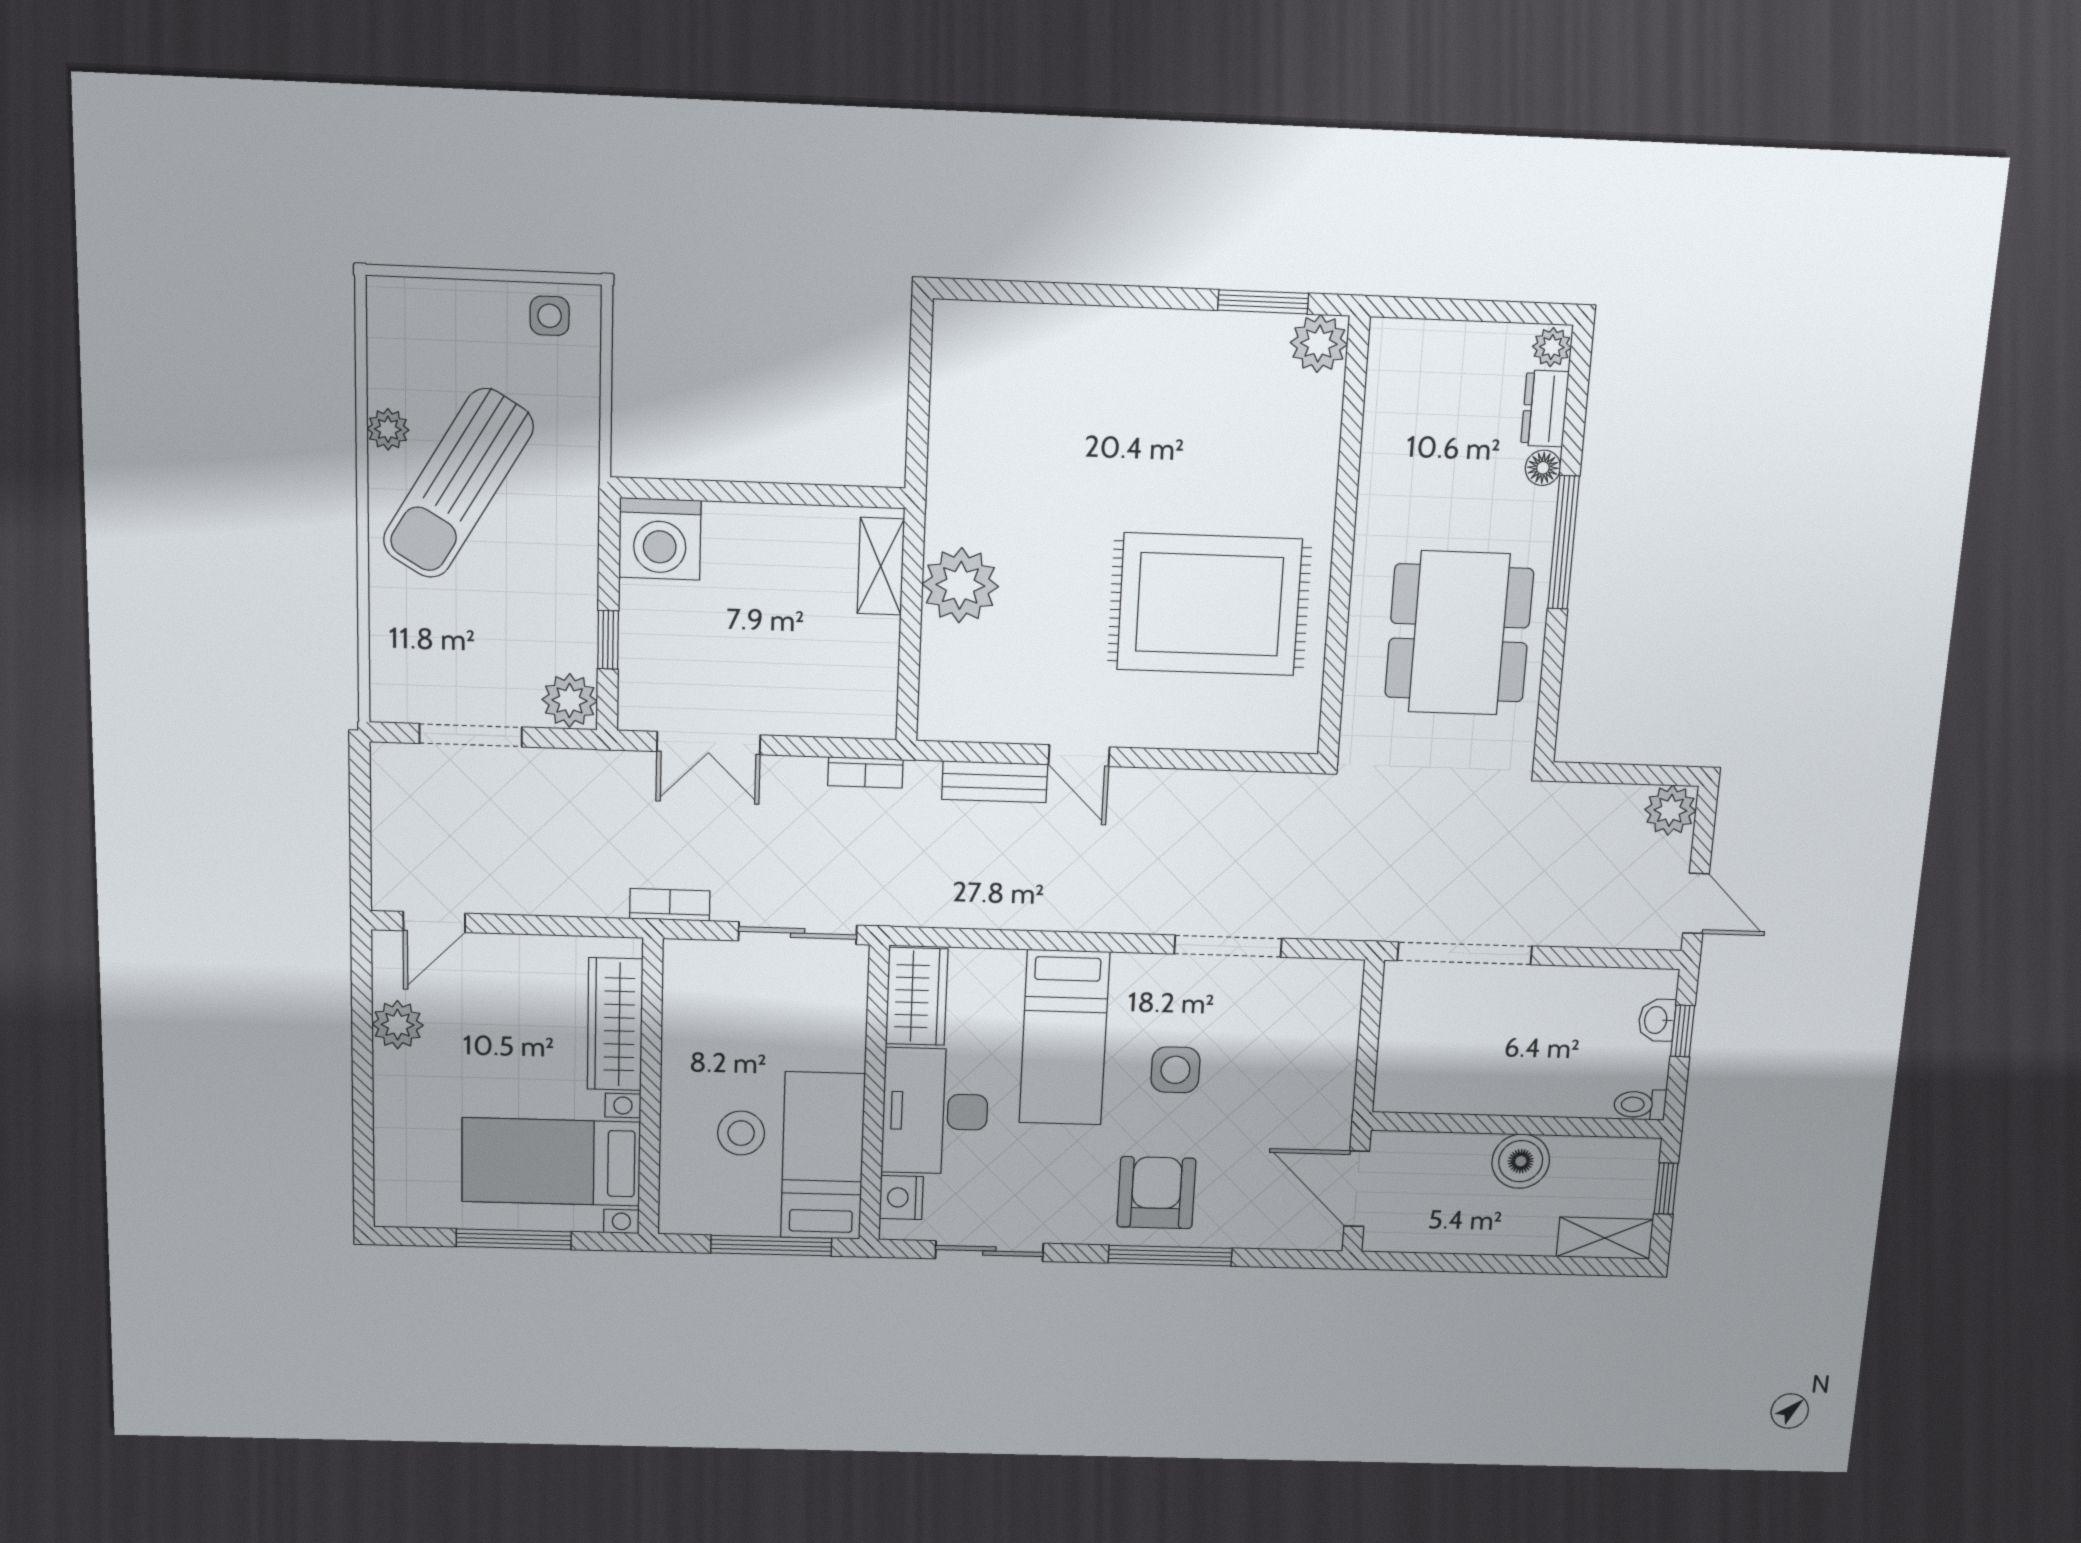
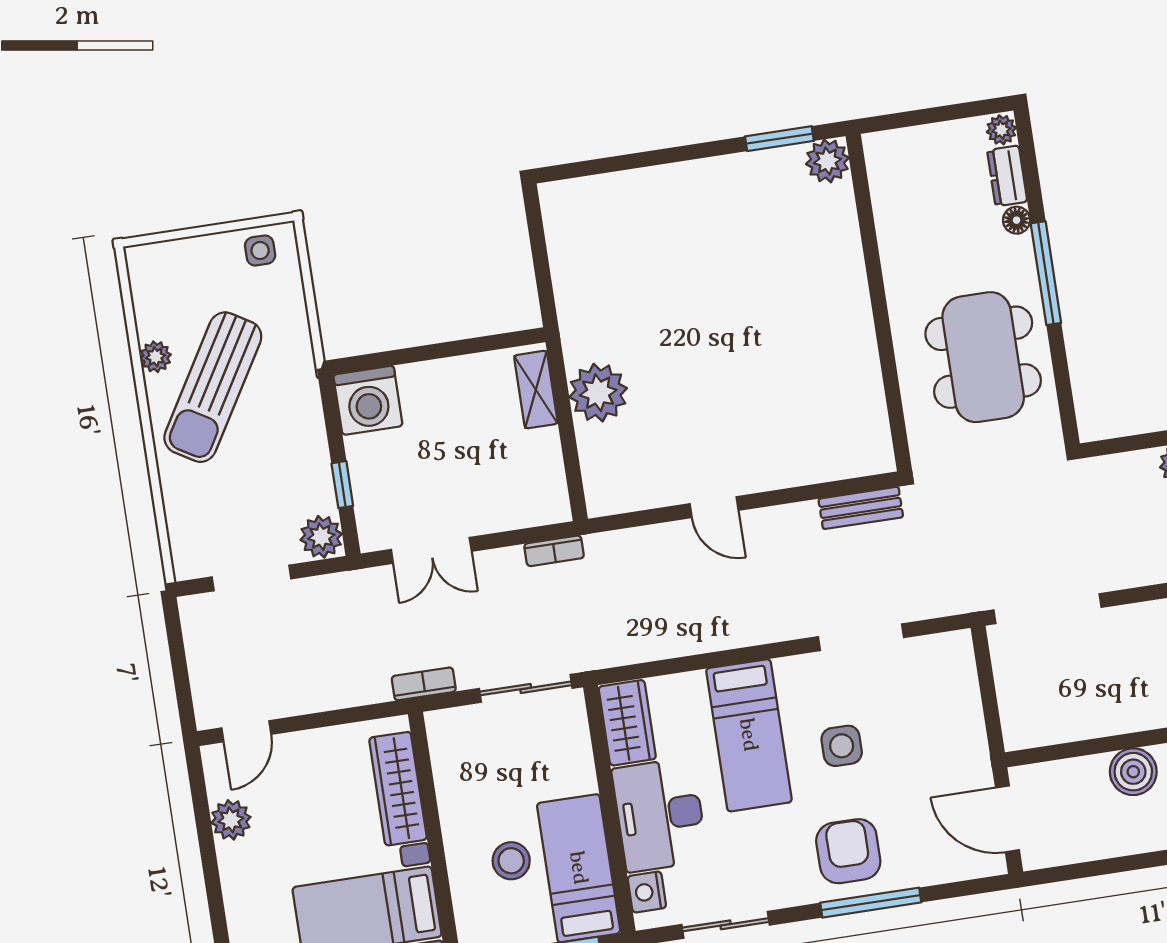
rug: (1209, 604) -> (788, 371), removed
bench: (995, 782) -> (861, 508), moved

